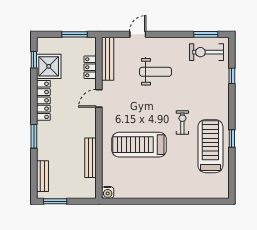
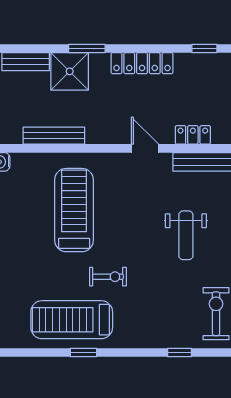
shower: (49, 66) -> (70, 71), moved
treadmill: (210, 146) -> (72, 320), turned 180

